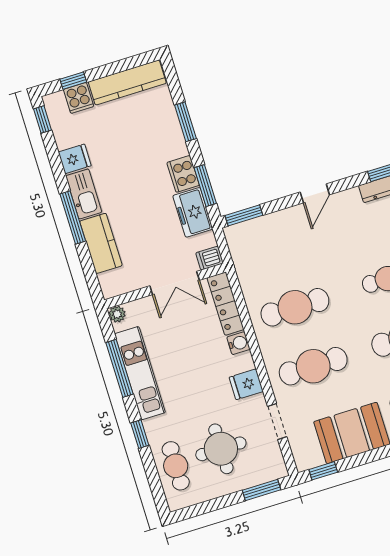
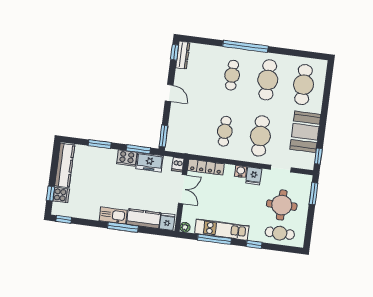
fridge: (75, 159) -> (167, 222), moved
cafe table: (295, 307) -> (225, 131), width x0.73, depth x0.74
water cooler: (238, 343) -> (241, 171), moved

